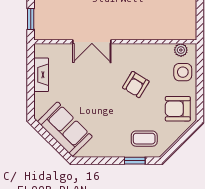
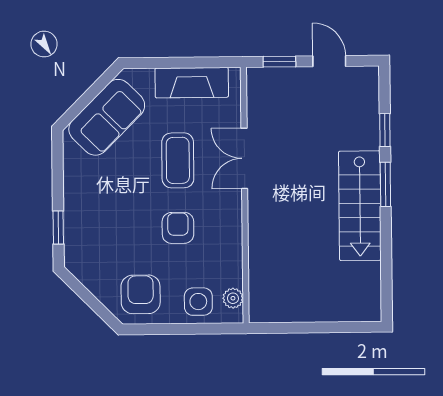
fireplace: (41, 75) -> (192, 83), width x1.37, depth x1.32
armchair: (136, 85) -> (178, 228), turned 59
coffee table: (144, 139) -> (178, 160), moved, width x1.36, depth x1.30

